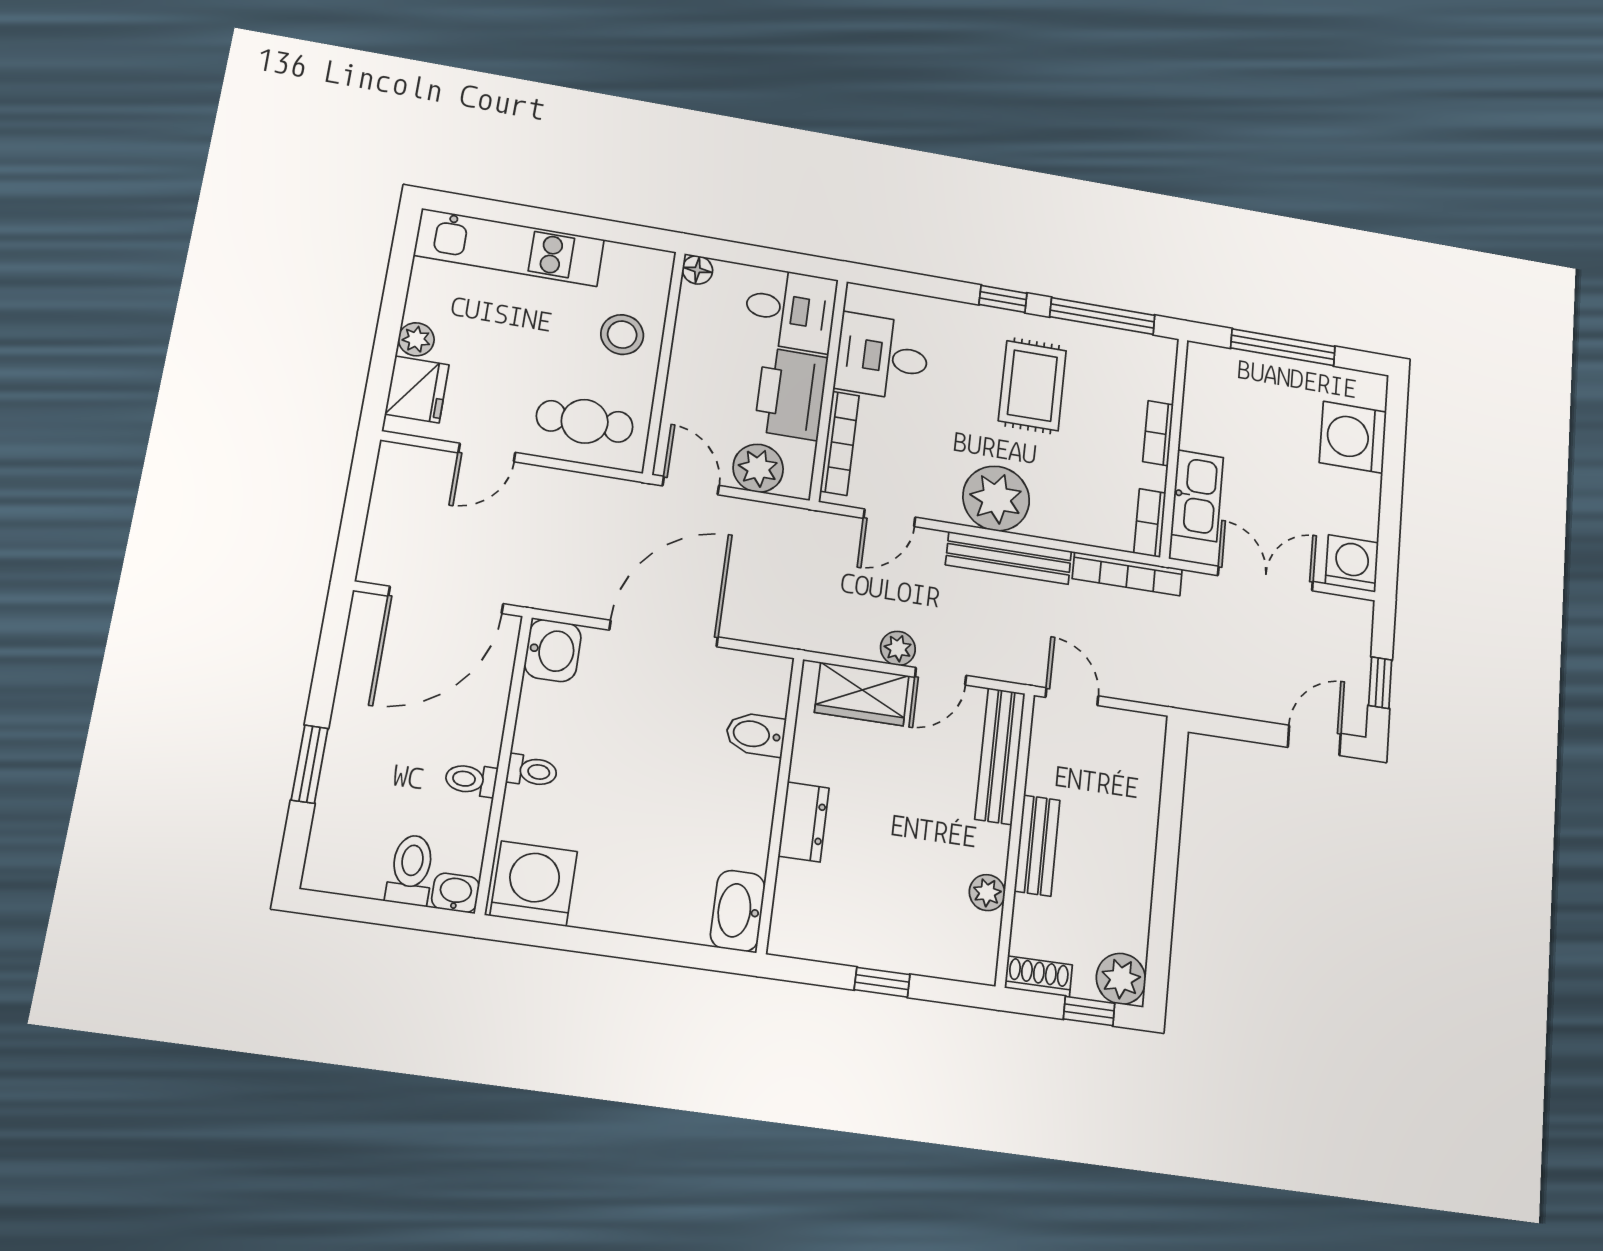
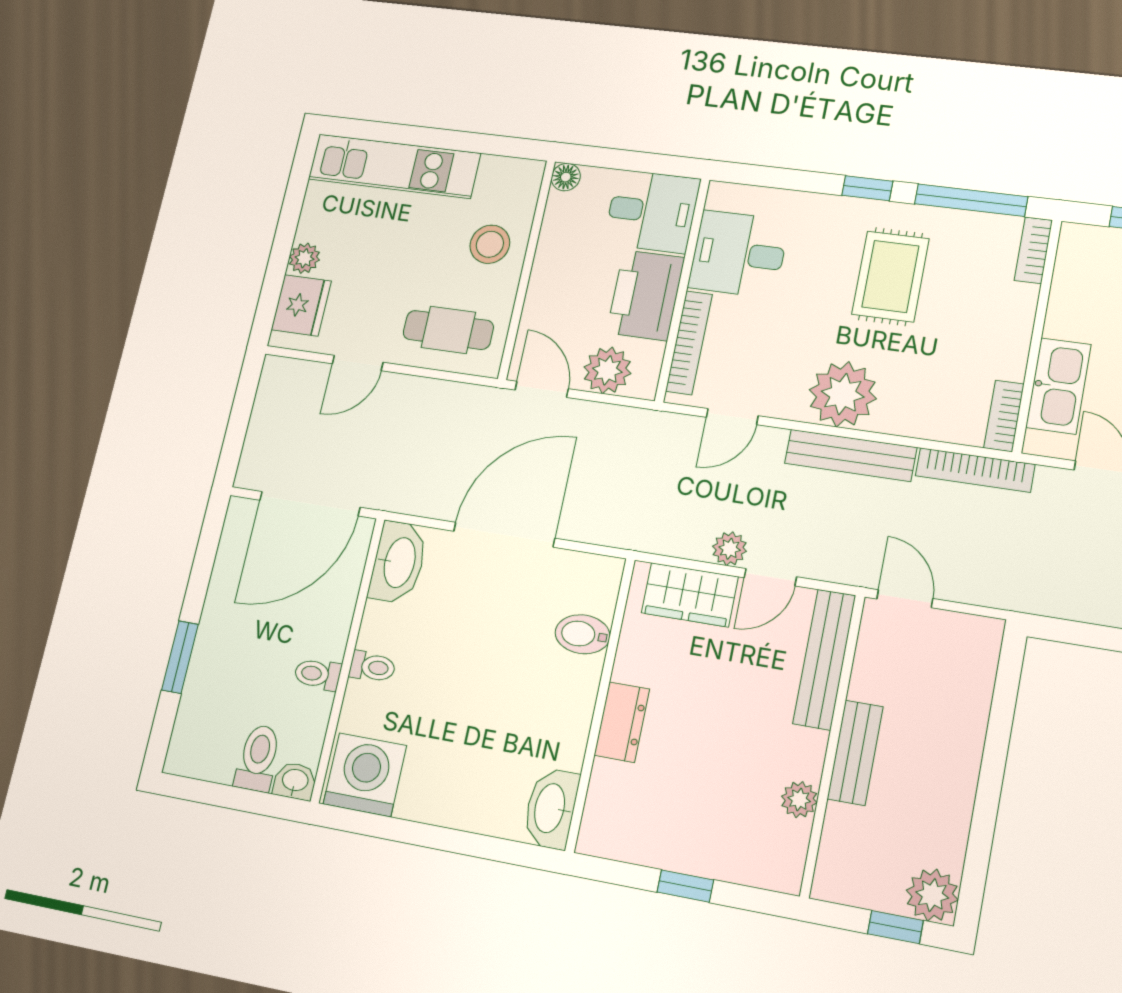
bookcase: (1158, 433) -> (1033, 250), moved
washbasin: (553, 651) -> (398, 562), width x1.38
shoe rack: (1039, 976) -> (845, 888), removed

